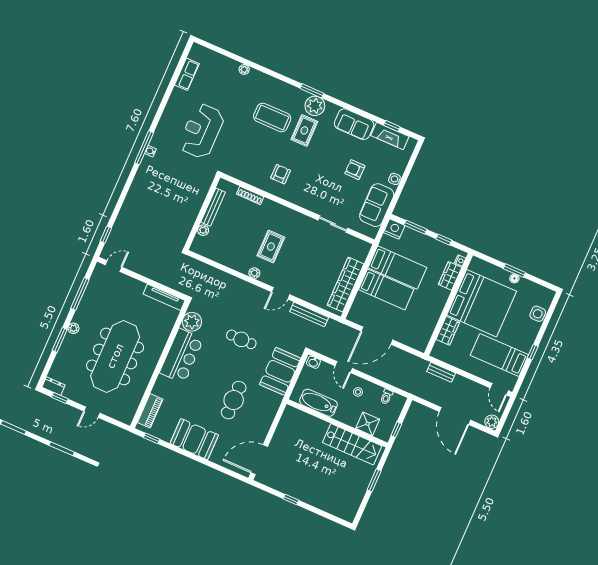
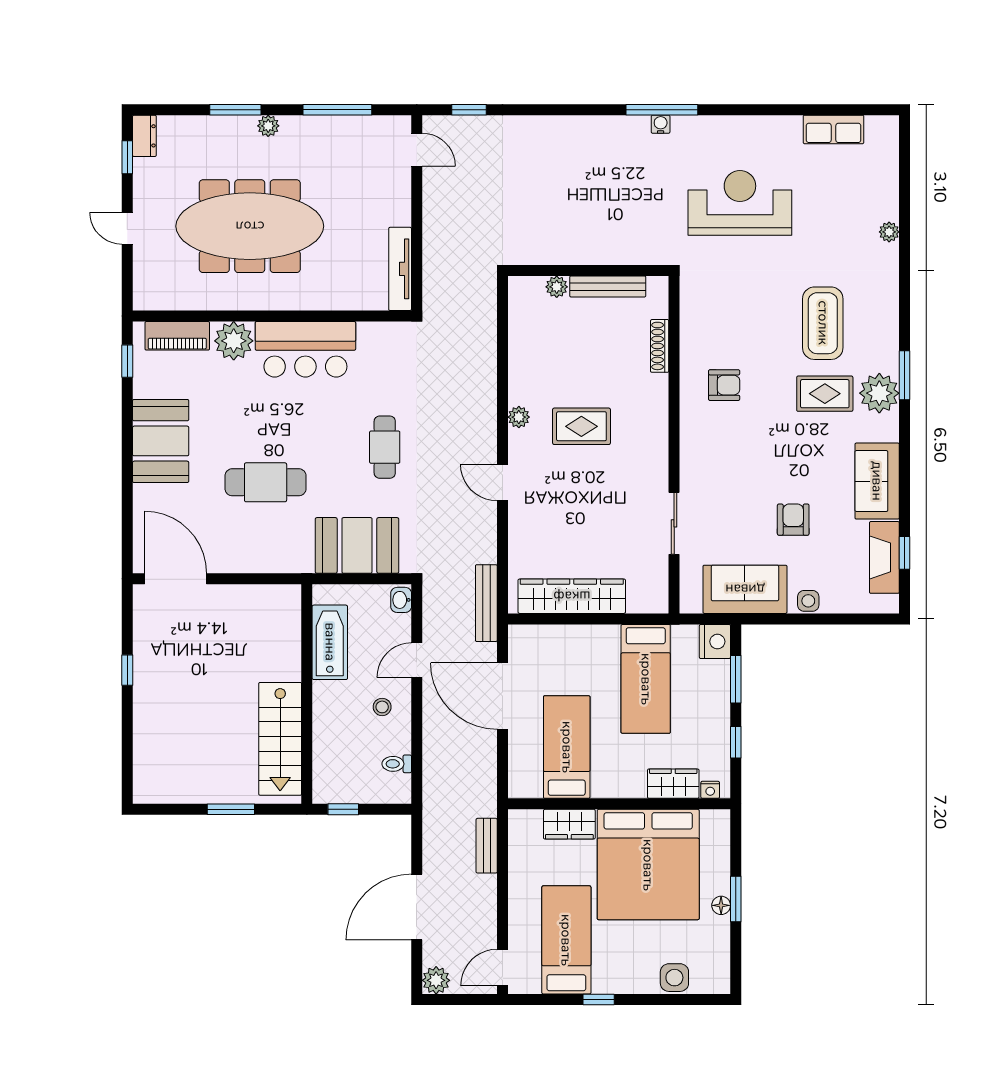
bed: (386, 289) -> (567, 747), moved, turned 180
bench: (309, 314) -> (486, 603), moved
plant: (192, 322) -> (234, 341), moved
shower: (368, 424) -> (331, 751), removed

